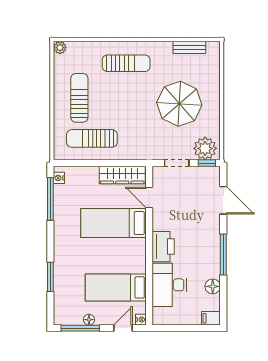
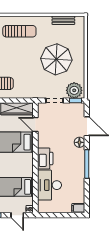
floor lamp: (213, 286) -> (79, 142), moved
door: (123, 328) -> (17, 215), swing flipped

